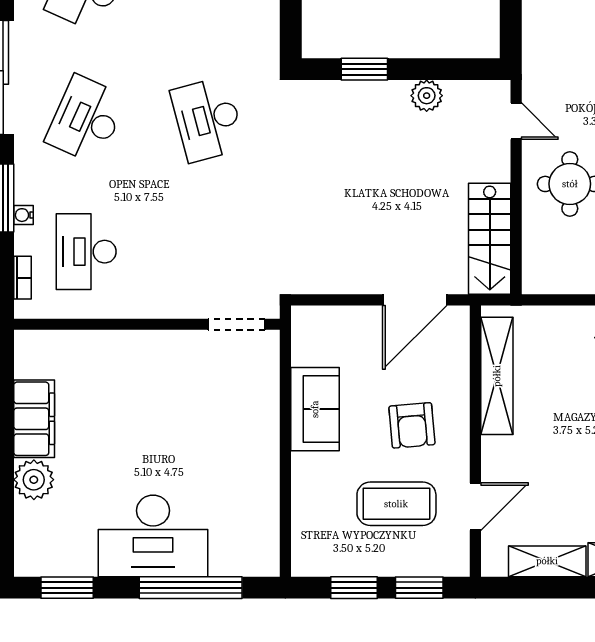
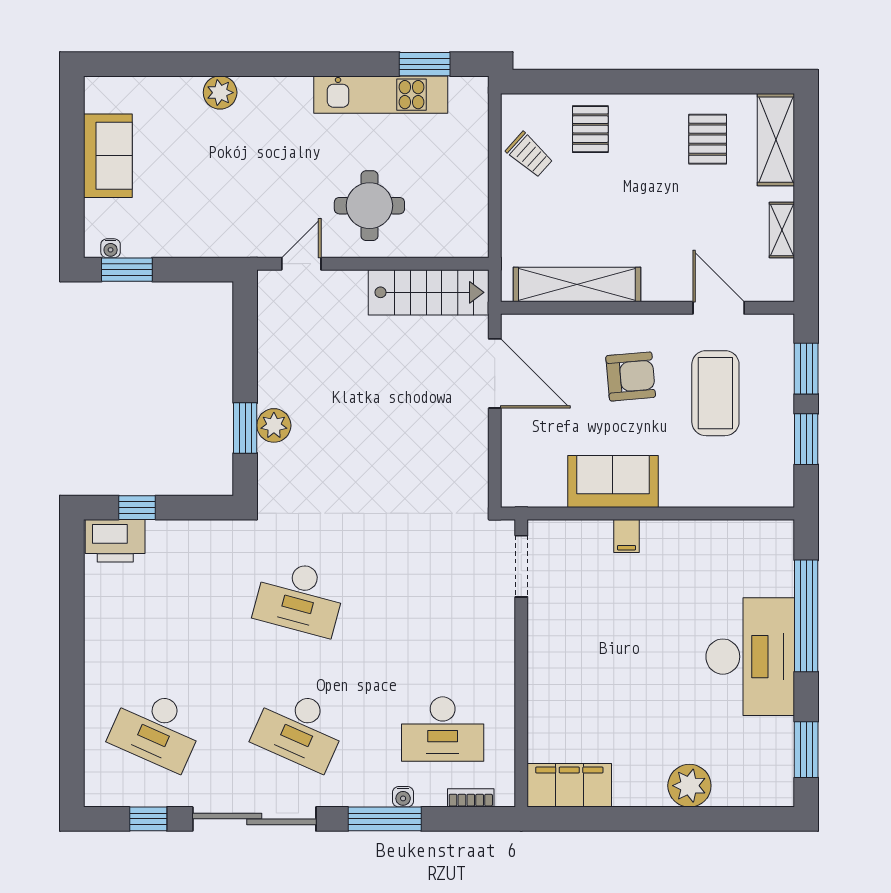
plant: (427, 96) -> (274, 425), moved
desk: (208, 119) -> (300, 597), turned 30
filing cabinet: (34, 419) -> (569, 785), moved
filing cabinet: (264, 422) -> (626, 536), added
shelving: (547, 561) -> (782, 230), width x0.67, depth x0.75

